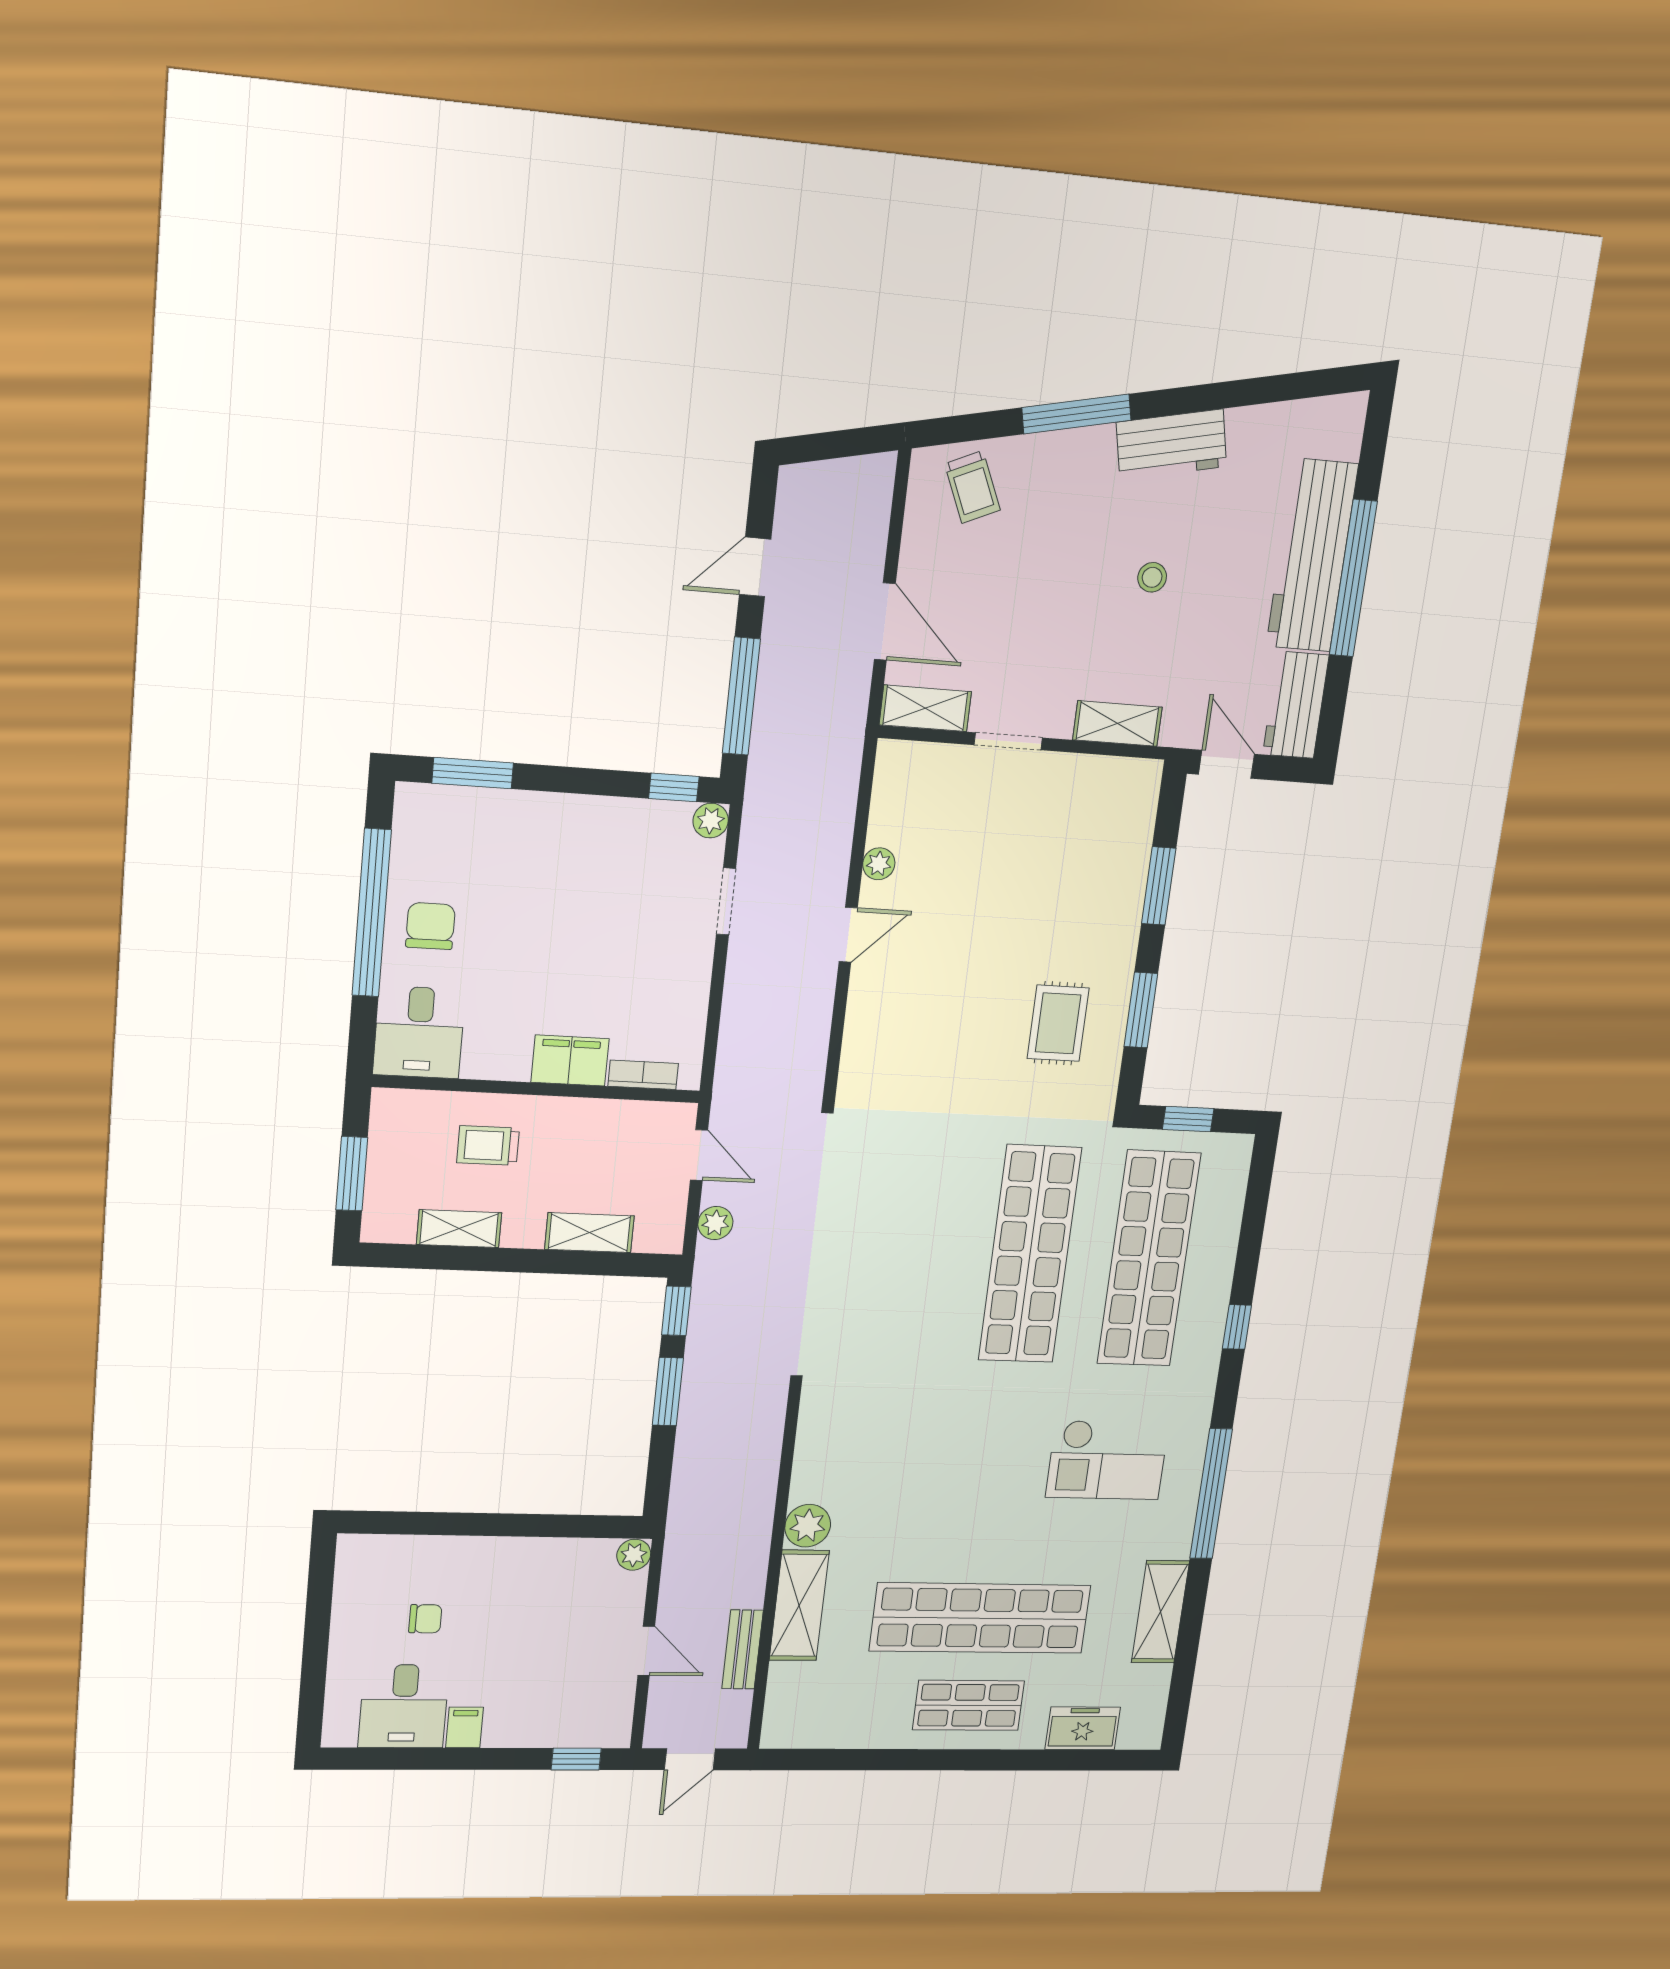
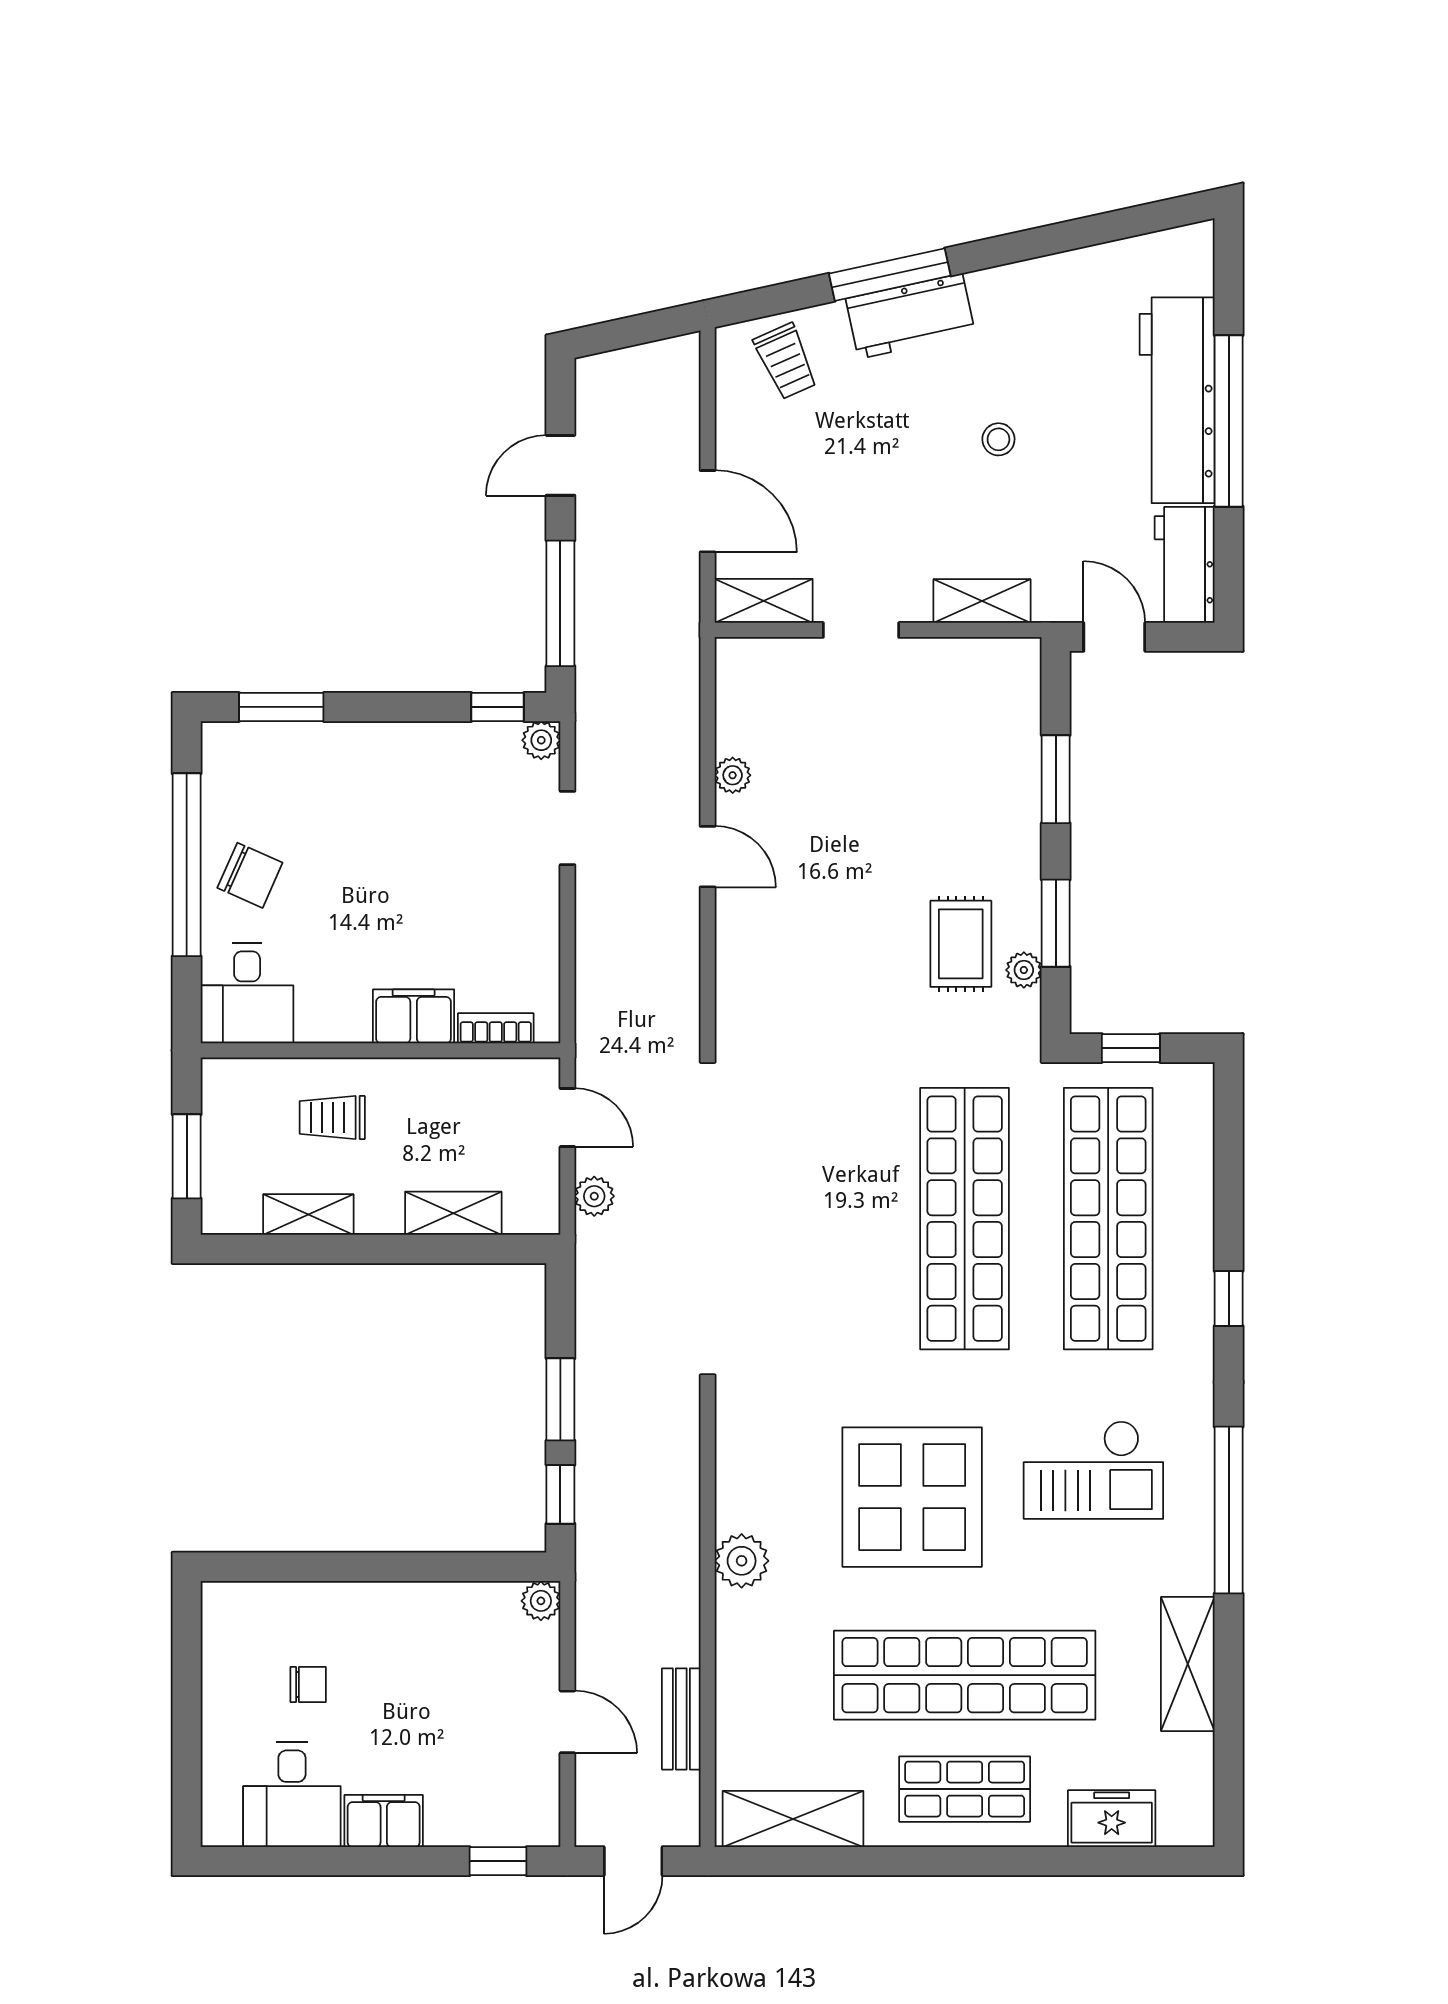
workbench: (1172, 445) -> (910, 316), moved
chair: (430, 926) -> (250, 875), turned 114
door: (848, 935) -> (708, 857), hinge flipped
plant: (1108, 1049) -> (1024, 970), added
window: (676, 1311) -> (560, 1494), moved
display table: (956, 1478) -> (912, 1497), added
shelving: (799, 1605) -> (793, 1819), moved, turned 90
filing cabinet: (464, 1727) -> (384, 1821), width x2.00

